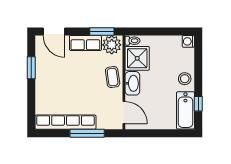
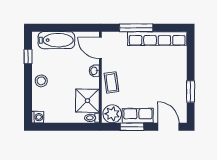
window: (102, 32) -> (132, 127), moved
washbasin: (132, 83) -> (94, 71), width x0.52, depth x0.69
bathtub: (185, 110) -> (56, 40), moved, turned 90

